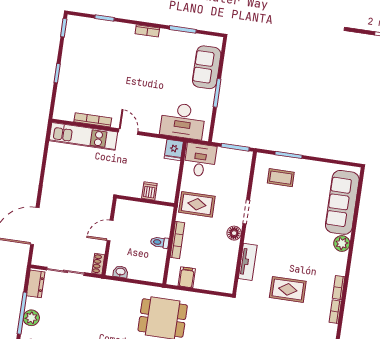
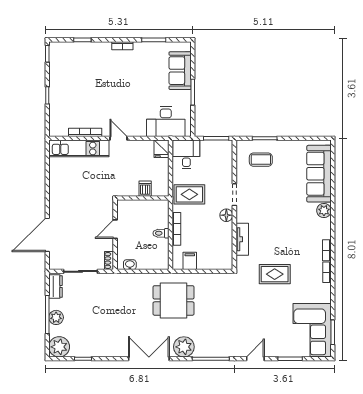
rug: (288, 289) -> (275, 274), moved

